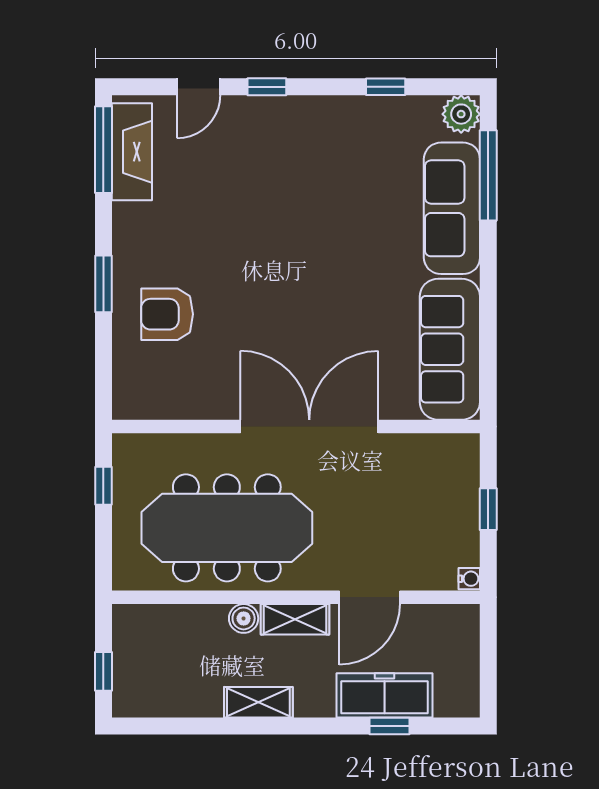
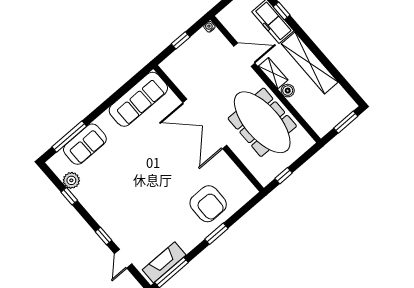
door: (198, 87) -> (123, 259), swing flipped
plant: (461, 114) -> (71, 180), moved
sofa: (452, 208) -> (85, 144), width x0.73
armchair: (167, 314) -> (208, 204), width x1.36, depth x1.36
window: (103, 671) -> (346, 122), width x1.50
shelving: (258, 702) -> (310, 63), width x2.20, depth x1.33

